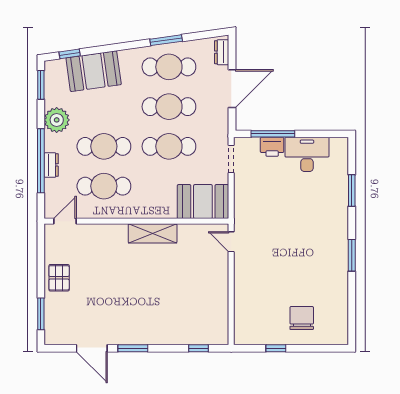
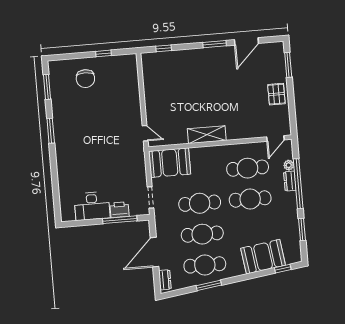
window: (41, 85) -> (302, 229), moved
plant: (57, 120) -> (289, 165), moved, width x0.53, depth x0.53
window: (352, 191) -> (47, 87), moved
door: (92, 348) -> (246, 41), swing flipped

